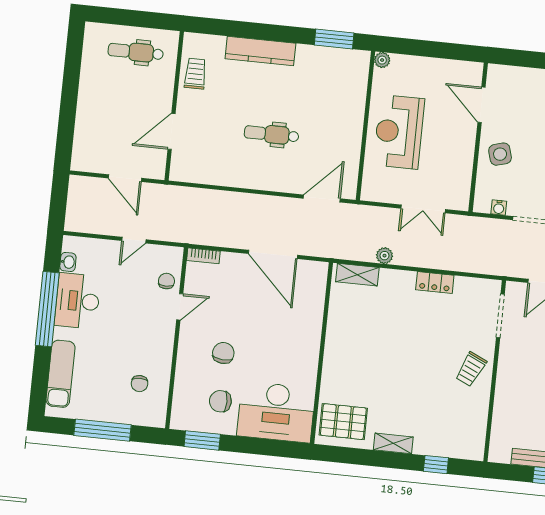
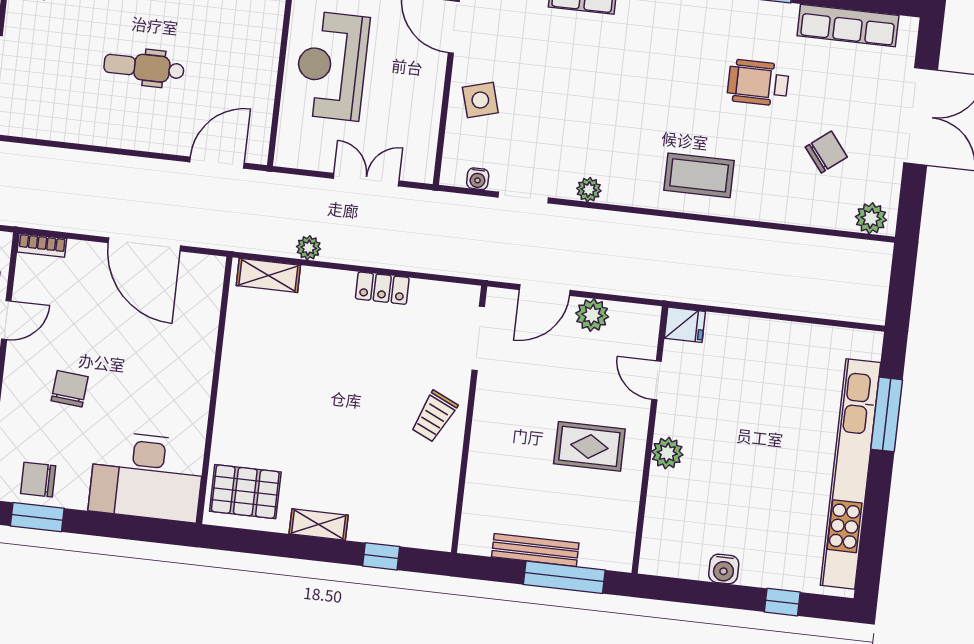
double door: (423, 209) -> (366, 180), swing flipped
chair: (220, 401) -> (38, 480), moved

